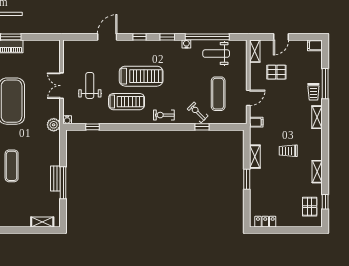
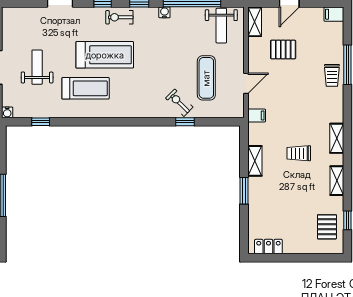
weight bench: (216, 54) -> (221, 26), moved, turned -90
exercise bike: (164, 115) -> (119, 17), moved
shelving: (317, 117) -> (337, 138), moved

